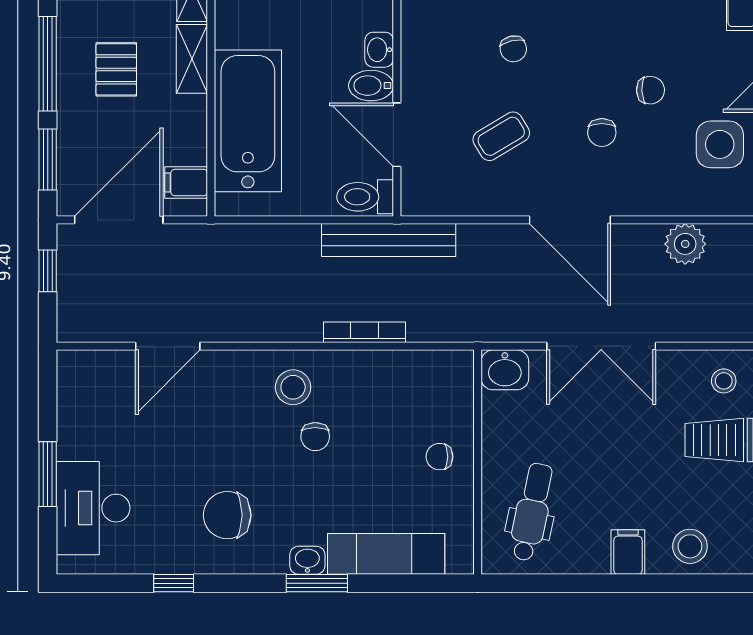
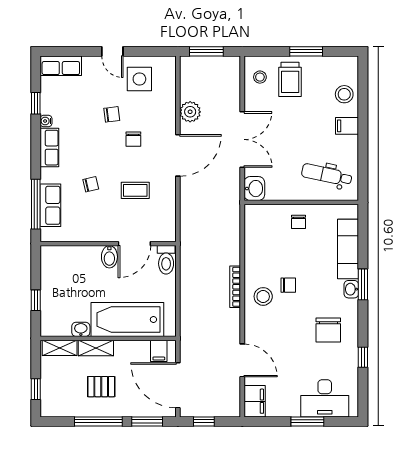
washbasin: (379, 50) -> (81, 329), moved, turned 180
chair: (650, 90) -> (112, 114), turned 85
chair: (602, 133) -> (133, 139), turned 90
coffee table: (501, 136) -> (135, 190), turned -59
bench: (389, 240) -> (188, 248), removed
plant: (685, 244) -> (190, 112), moved
bookcase: (364, 332) -> (235, 287), moved
filing cabinet: (88, 370) -> (255, 401), added

